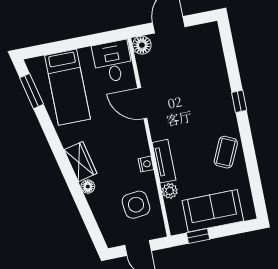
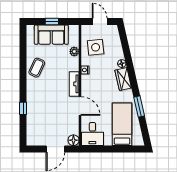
window: (32, 91) -> (139, 107), moved
window: (239, 101) -> (23, 108), moved
tv unit: (164, 161) -> (74, 84), moved
window: (198, 236) -> (52, 22), moved

